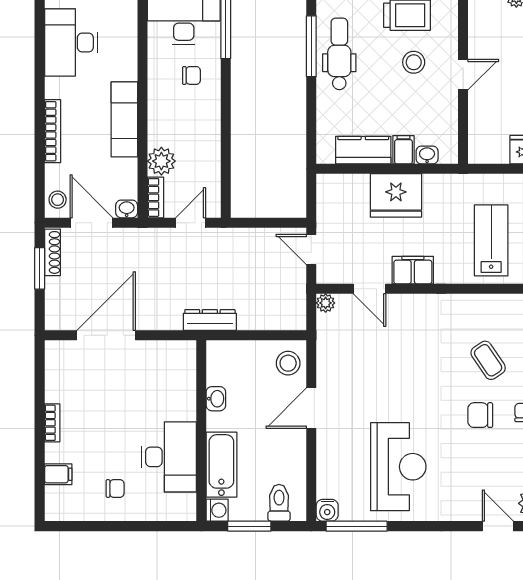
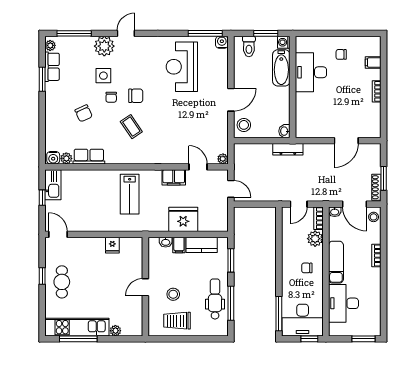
desk: (71, 43) -> (343, 303), moved, turned 180
dental chair: (339, 54) -> (215, 299), turned 180
chair: (192, 75) -> (307, 268), moved
window: (311, 123) -> (231, 260), added
bookcase: (53, 131) -> (376, 255), width x0.64
door: (106, 335) -> (346, 141), width x0.73
washbasin: (216, 399) -> (284, 131), moved
door: (498, 526) -> (126, 33), swing flipped

